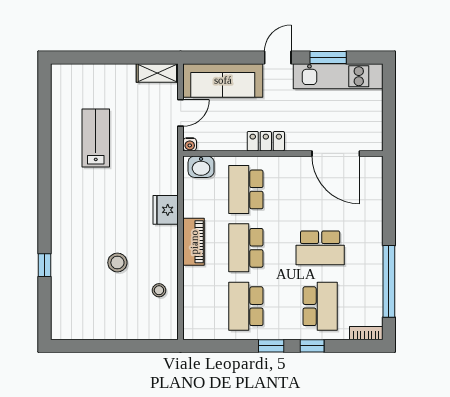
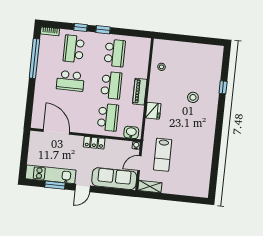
lab bench: (96, 138) -> (163, 155), moved
school desk: (320, 248) -> (70, 81), turned 180
stool: (117, 263) -> (193, 97), moved

